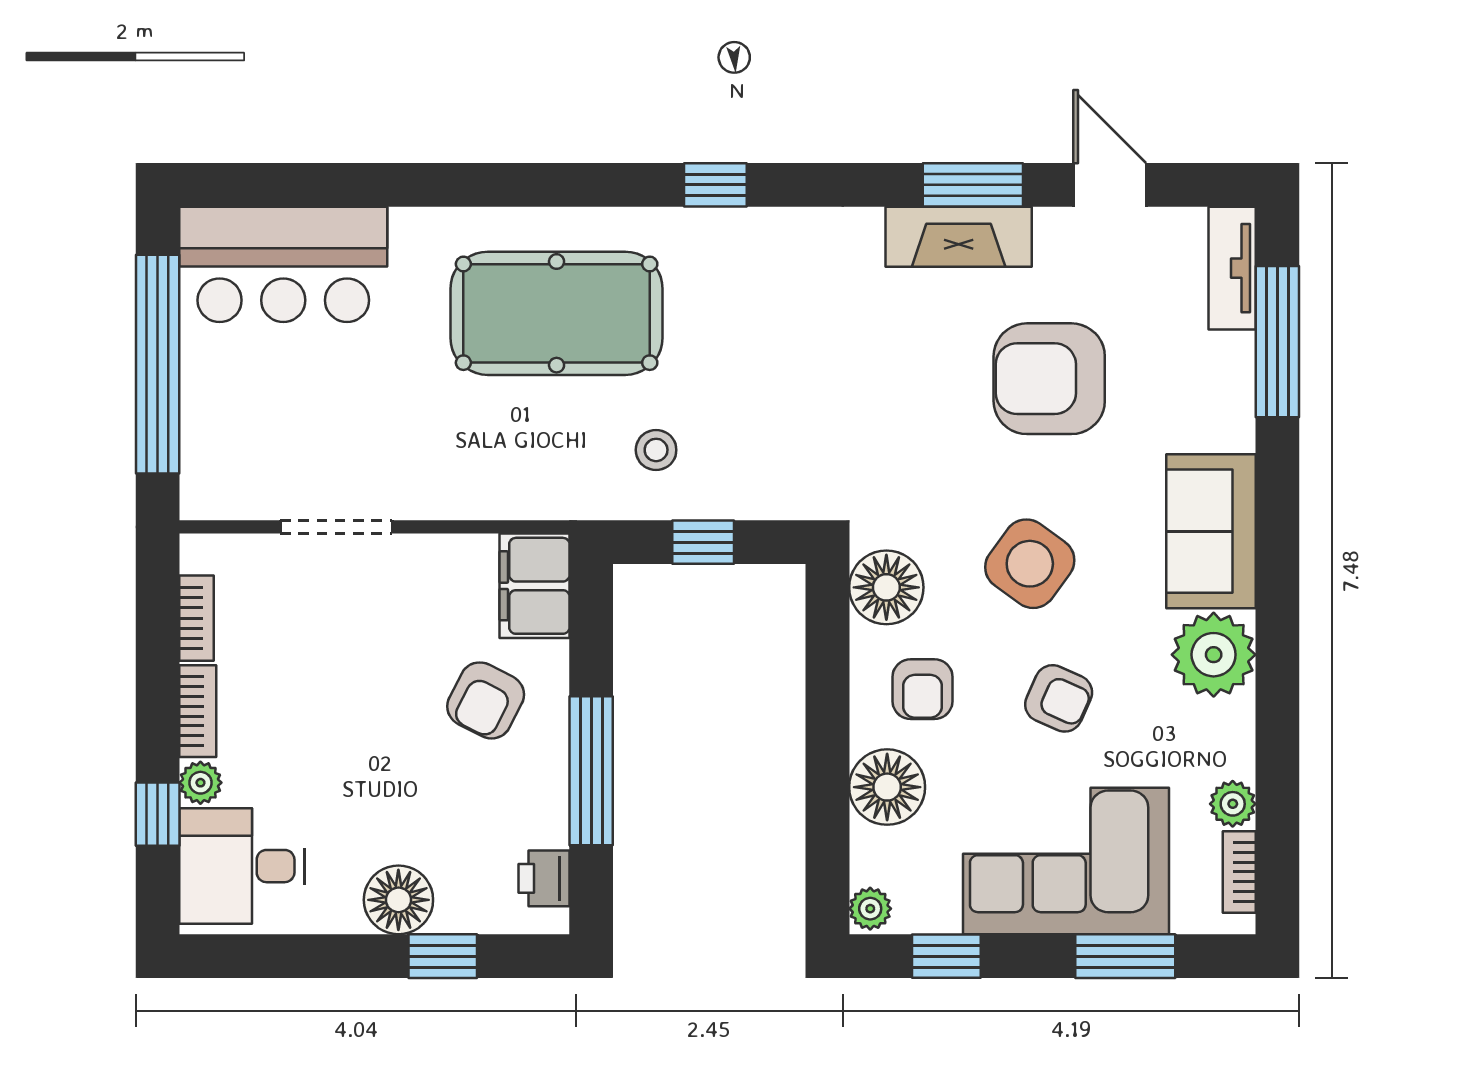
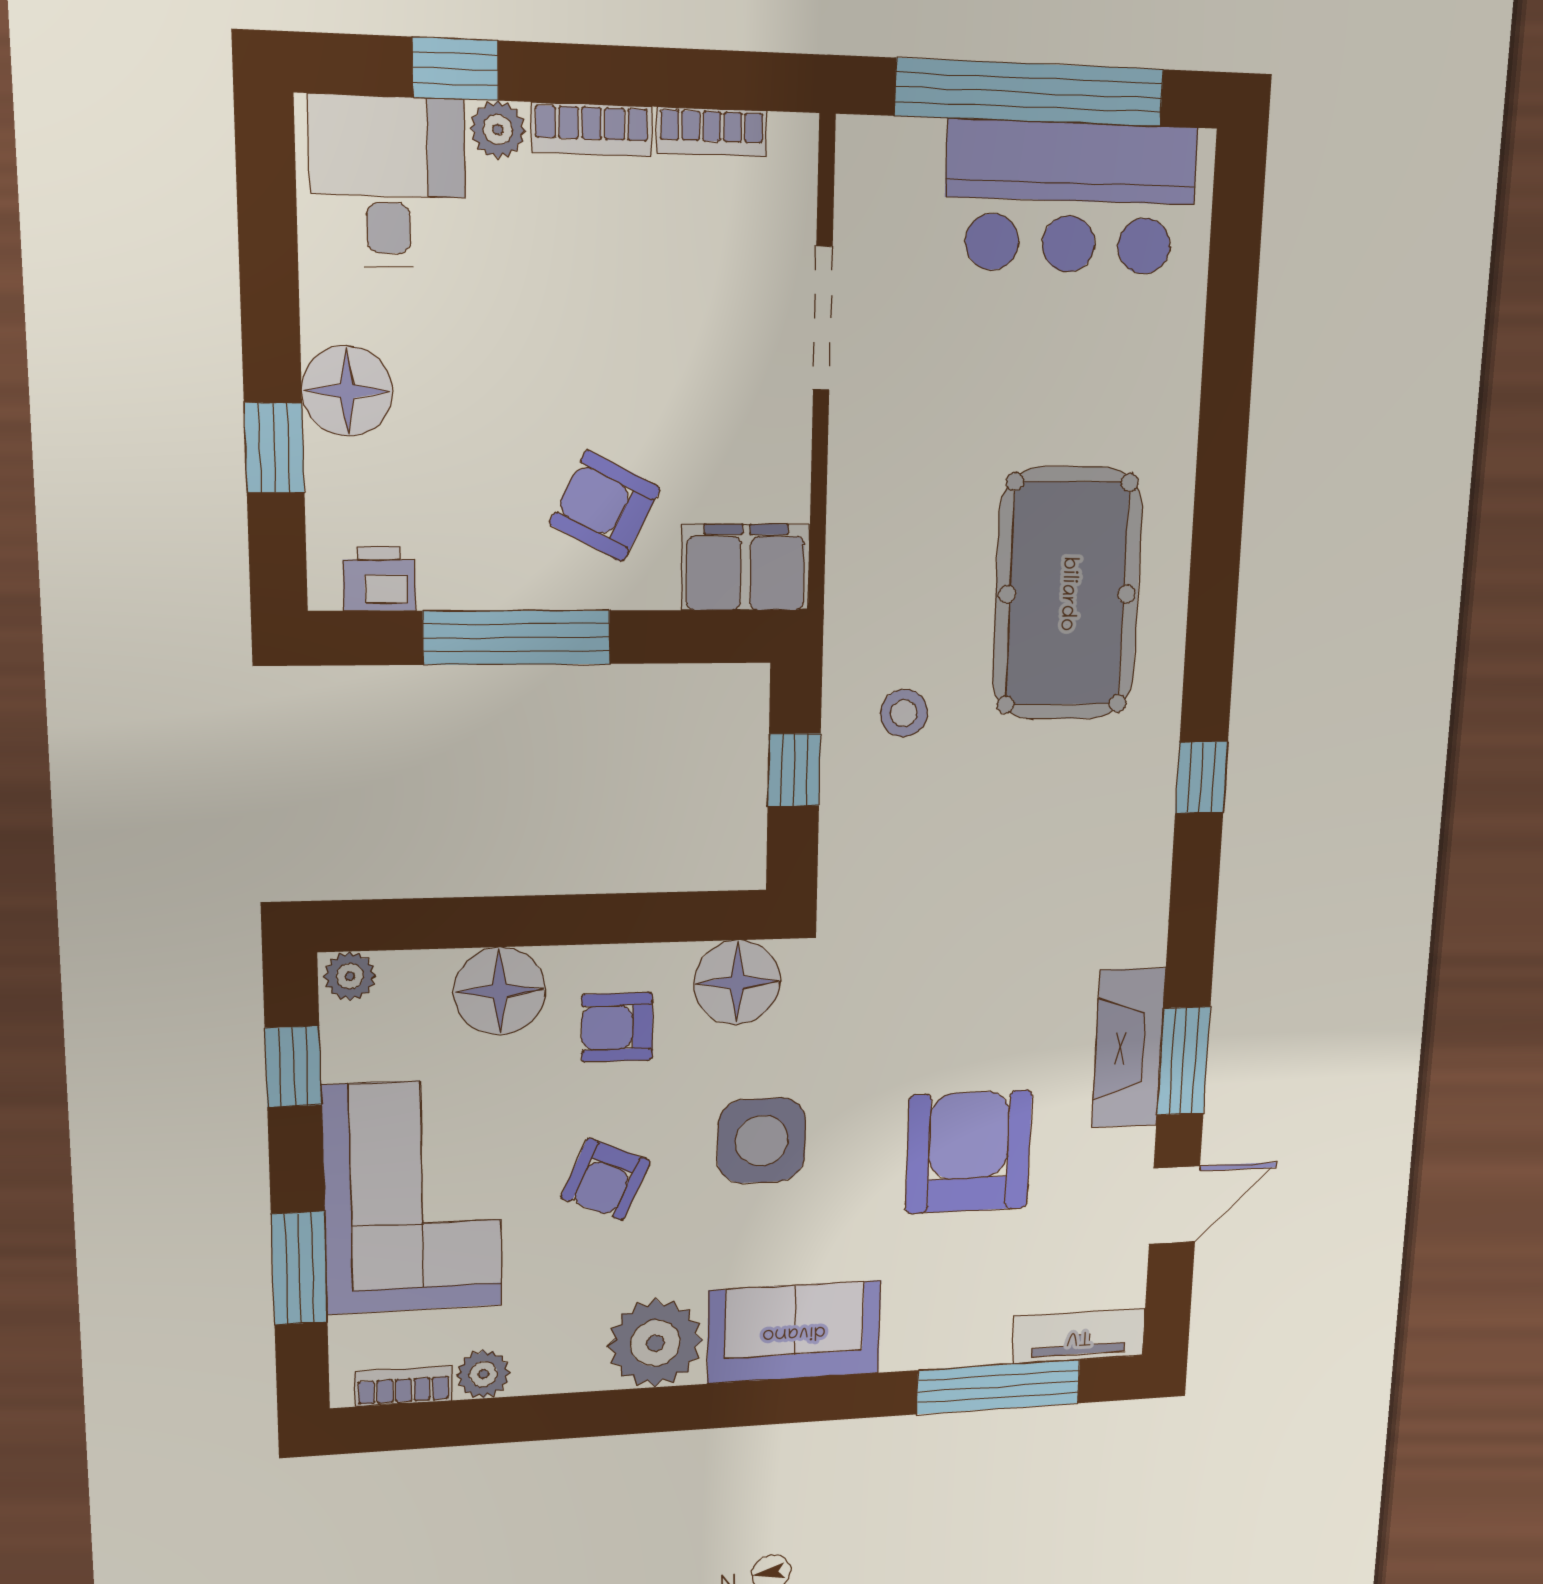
bar counter: (283, 264) -> (1071, 198), moved, turned -90
side table: (1030, 564) -> (762, 1141), turned -36

